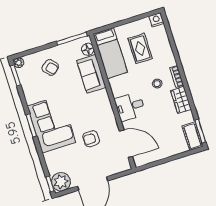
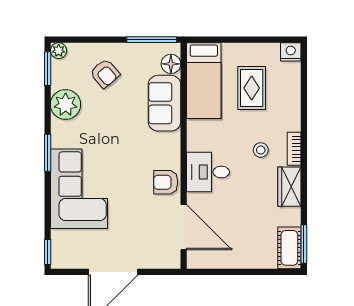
corner sofa: (51, 124) -> (79, 189), moved
armchair: (91, 139) -> (166, 182), moved
plant: (61, 182) -> (66, 104), moved

